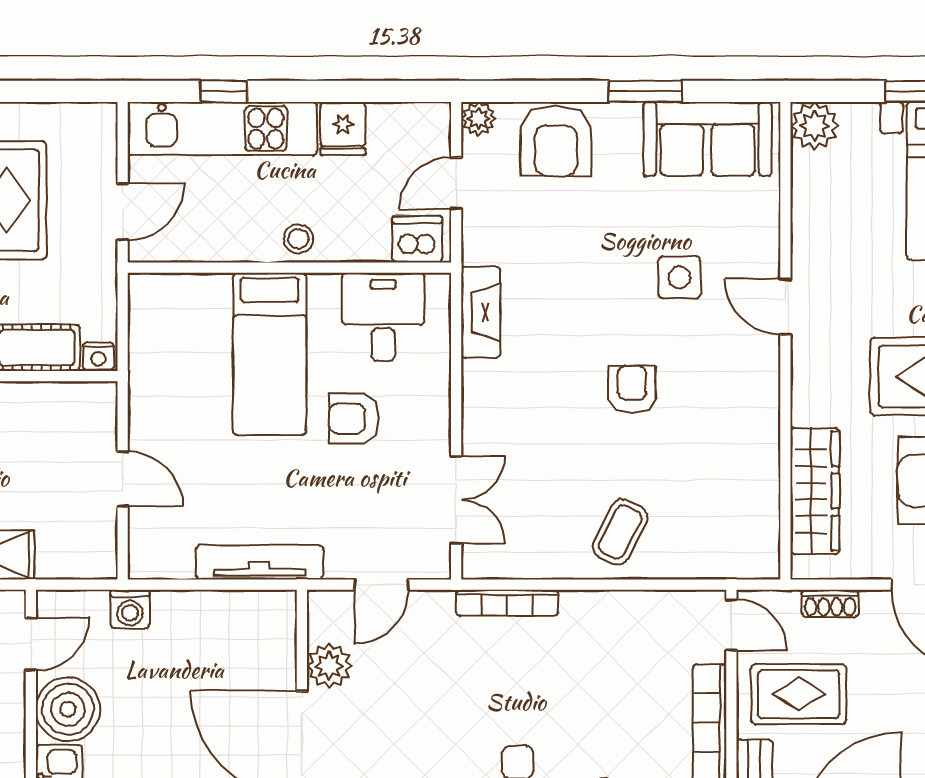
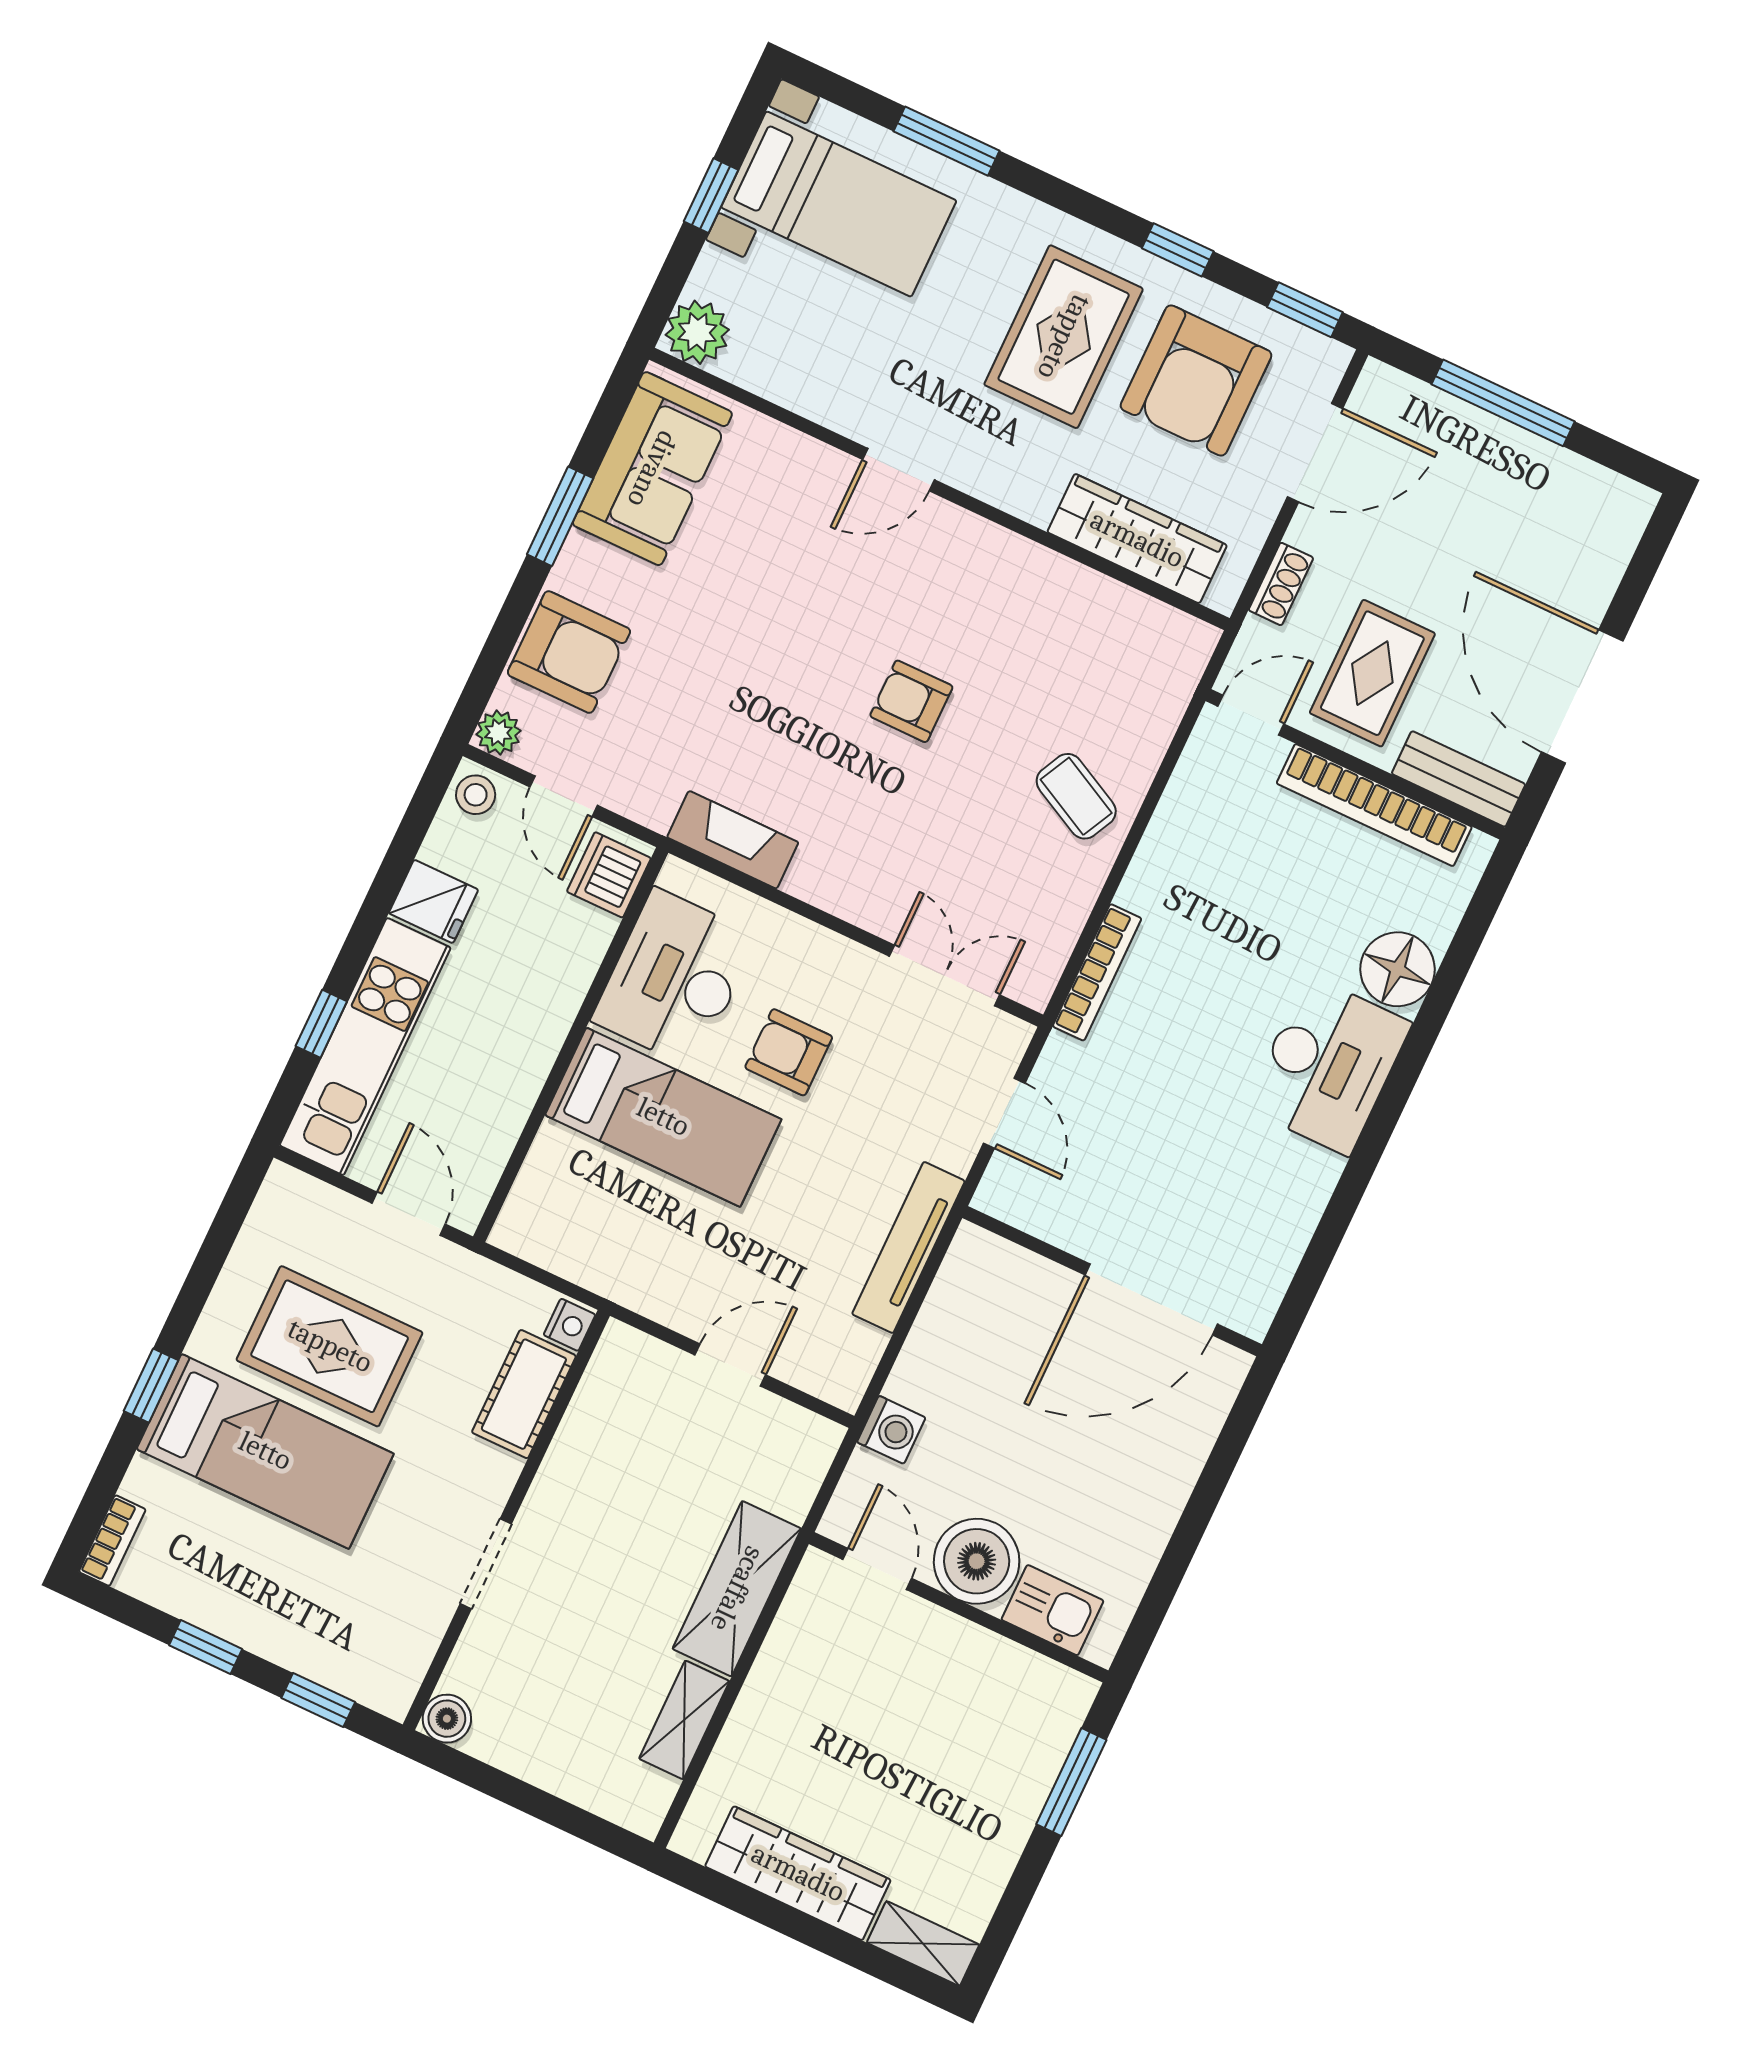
stool: (298, 239) -> (476, 795), moved
side table: (680, 277) -> (803, 581), removed
desk: (383, 317) -> (675, 978), width x1.37
armchair: (354, 418) -> (789, 1052), turned 90
plant: (329, 666) -> (1072, 1222), removed

